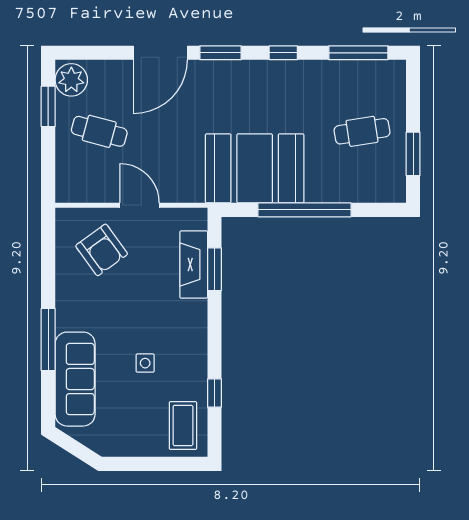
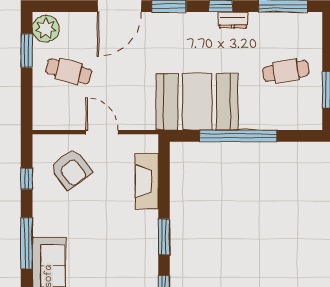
dresser: (298, 69) -> (233, 20), added
window: (48, 262) -> (27, 179), added
window: (214, 269) -> (164, 237), moved
side table: (145, 363) -> (107, 263), removed

